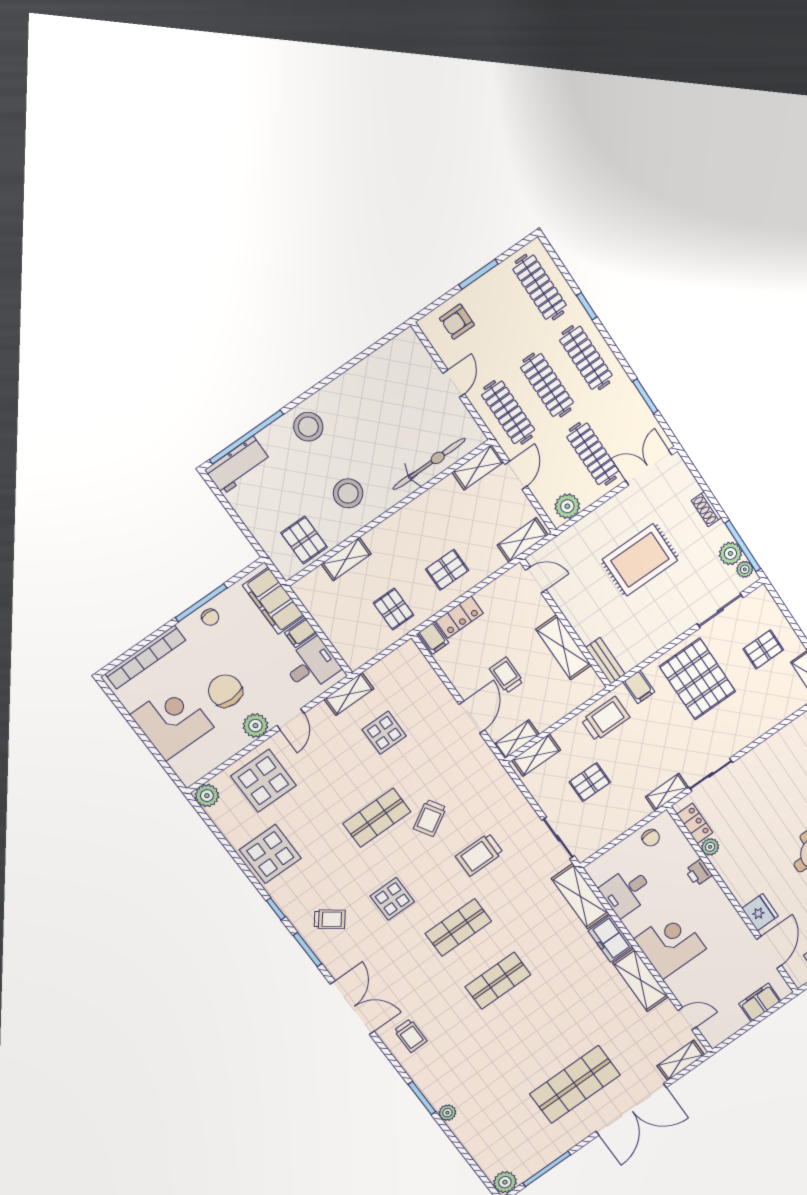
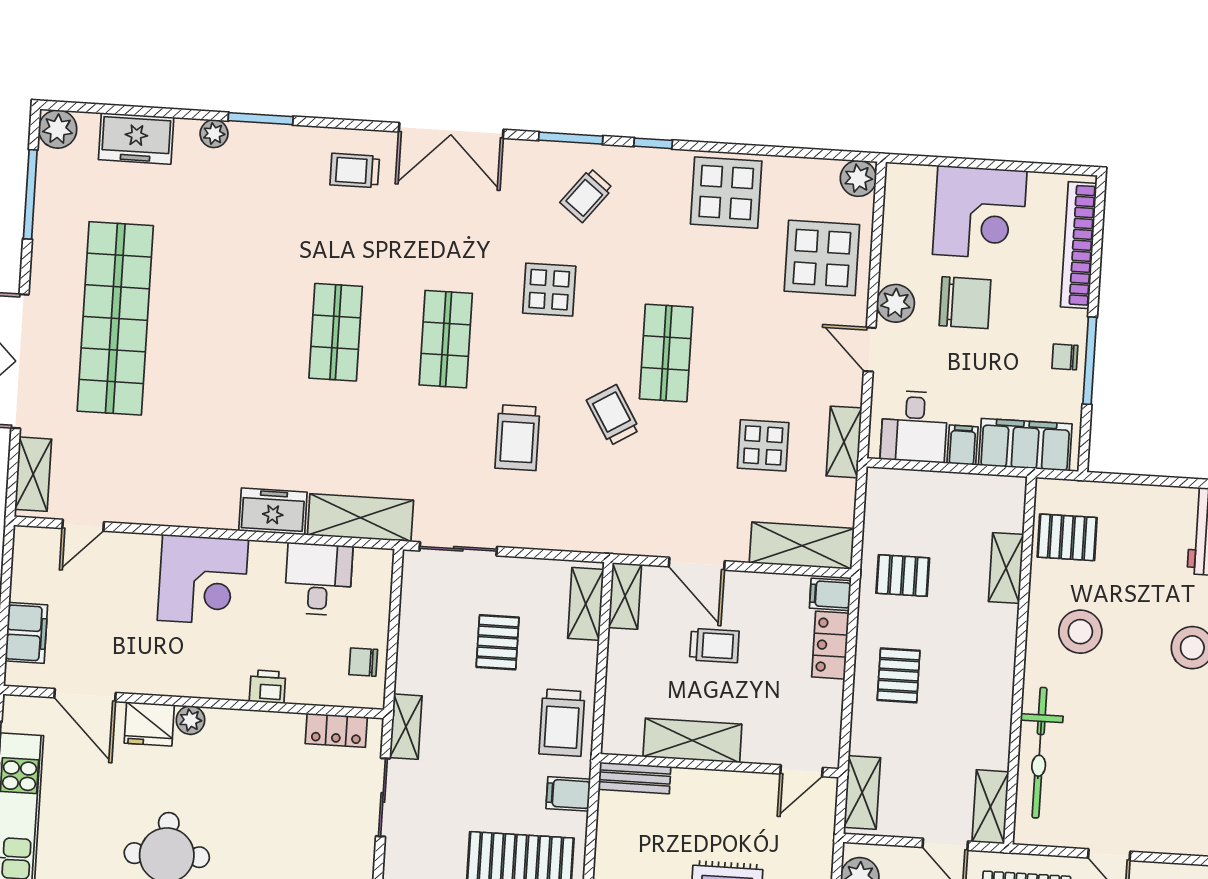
plant: (710, 847) -> (190, 720), moved
trolley: (479, 855) -> (517, 438), turned 180
shelving: (641, 980) -> (802, 546), moved
shop shelf: (575, 1084) -> (115, 318), width x1.40
freezer: (480, 1145) -> (136, 138), added

